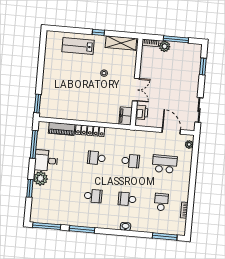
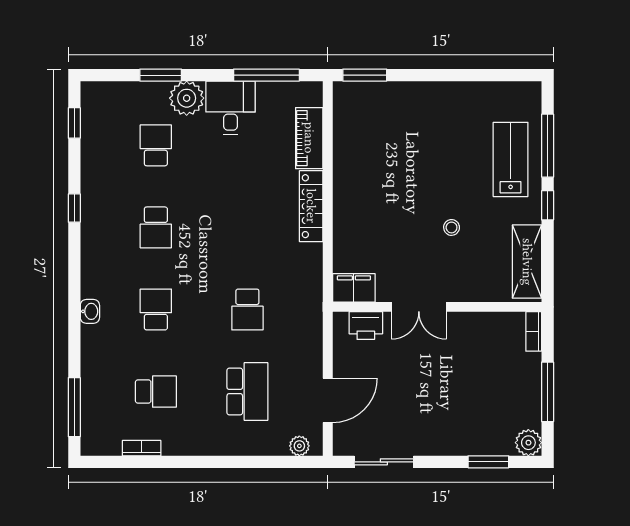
window: (74, 30) -> (548, 146), added
plant: (165, 46) -> (528, 443), moved
school desk: (96, 158) -> (156, 145), moved
window: (47, 226) -> (74, 123), width x0.46
window: (82, 229) -> (74, 208), width x0.46

